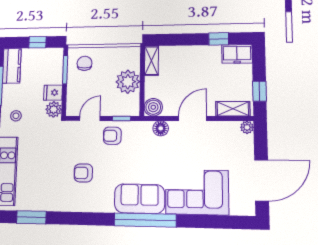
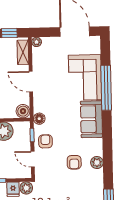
floor lamp: (161, 128) -> (39, 119), moved
armchair: (112, 136) -> (45, 141), turned 180
plant: (81, 204) -> (97, 163), added
window: (145, 220) -> (106, 88), moved

